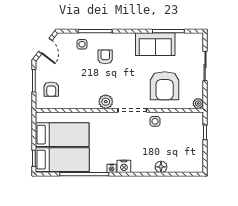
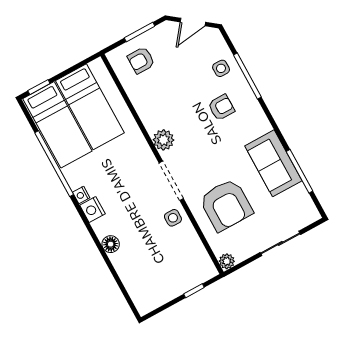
armchair: (165, 86) -> (226, 205), turned -90
floor lamp: (161, 167) -> (111, 244), moved

